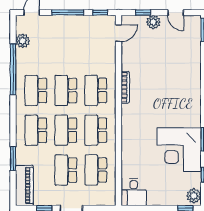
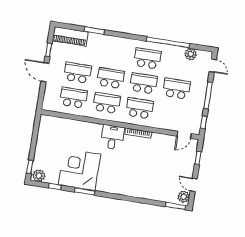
door: (176, 12) -> (194, 185), hinge flipped
plant: (153, 22) -> (184, 197), moved
door: (119, 33) -> (184, 135), hinge flipped
school desk: (36, 130) -> (176, 89), moved
desk: (134, 192) -> (113, 137), moved, turned 90

